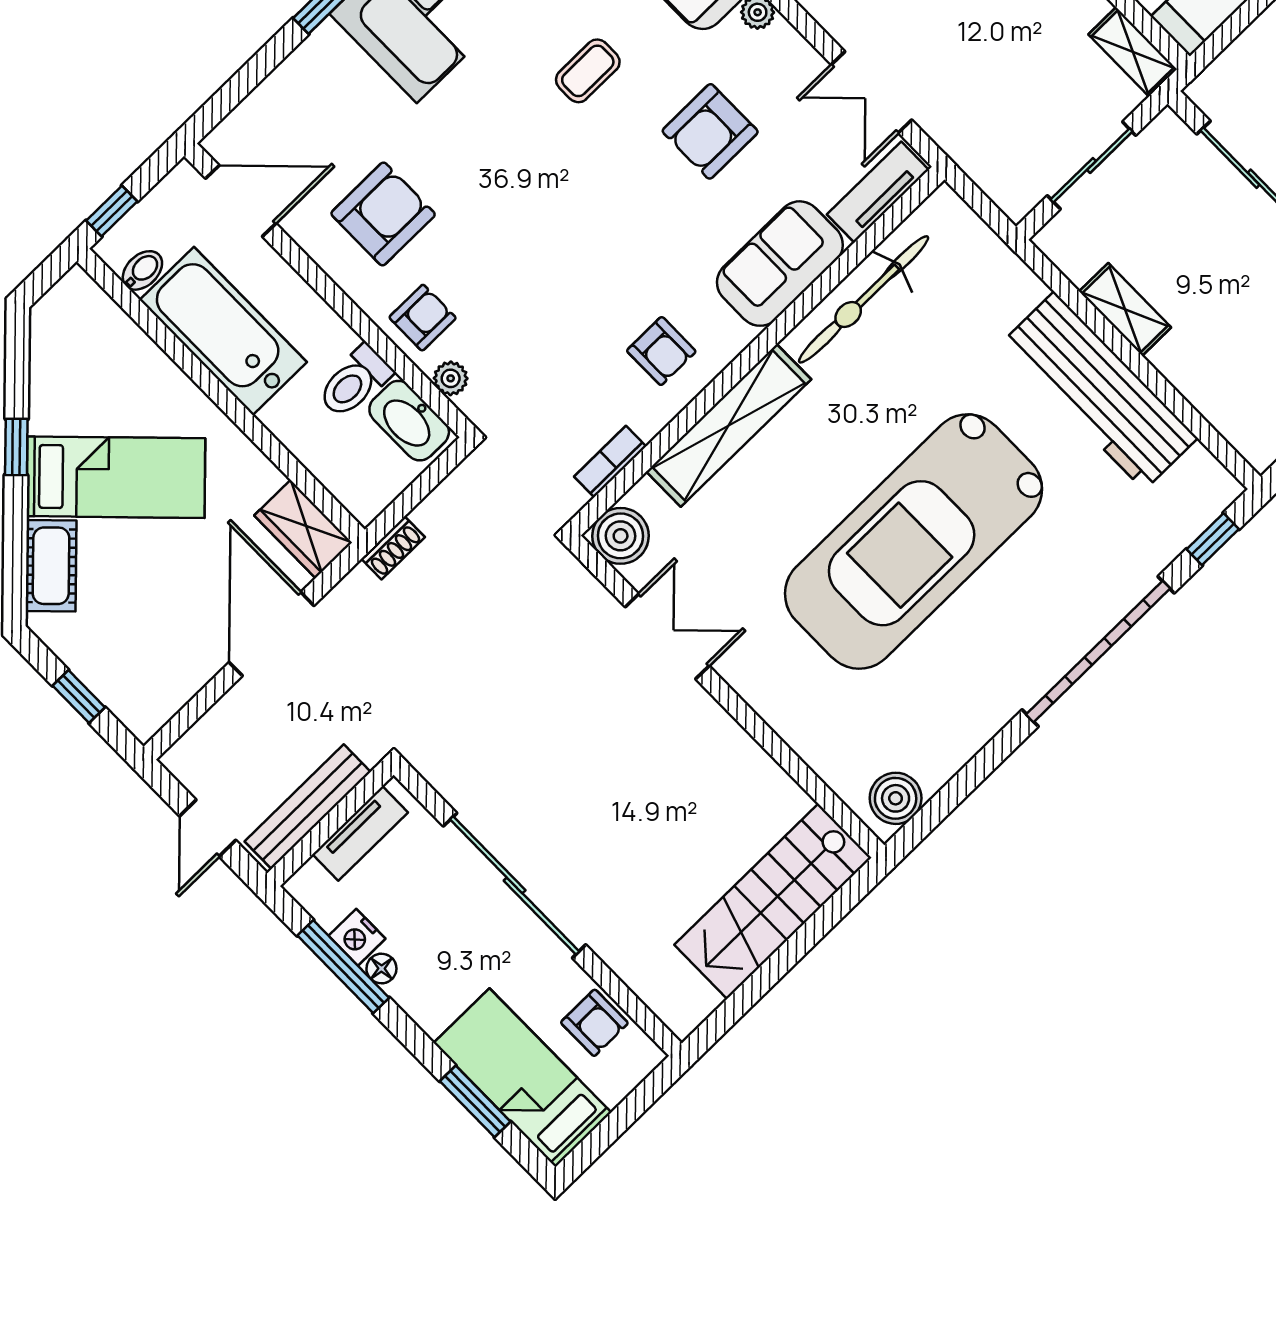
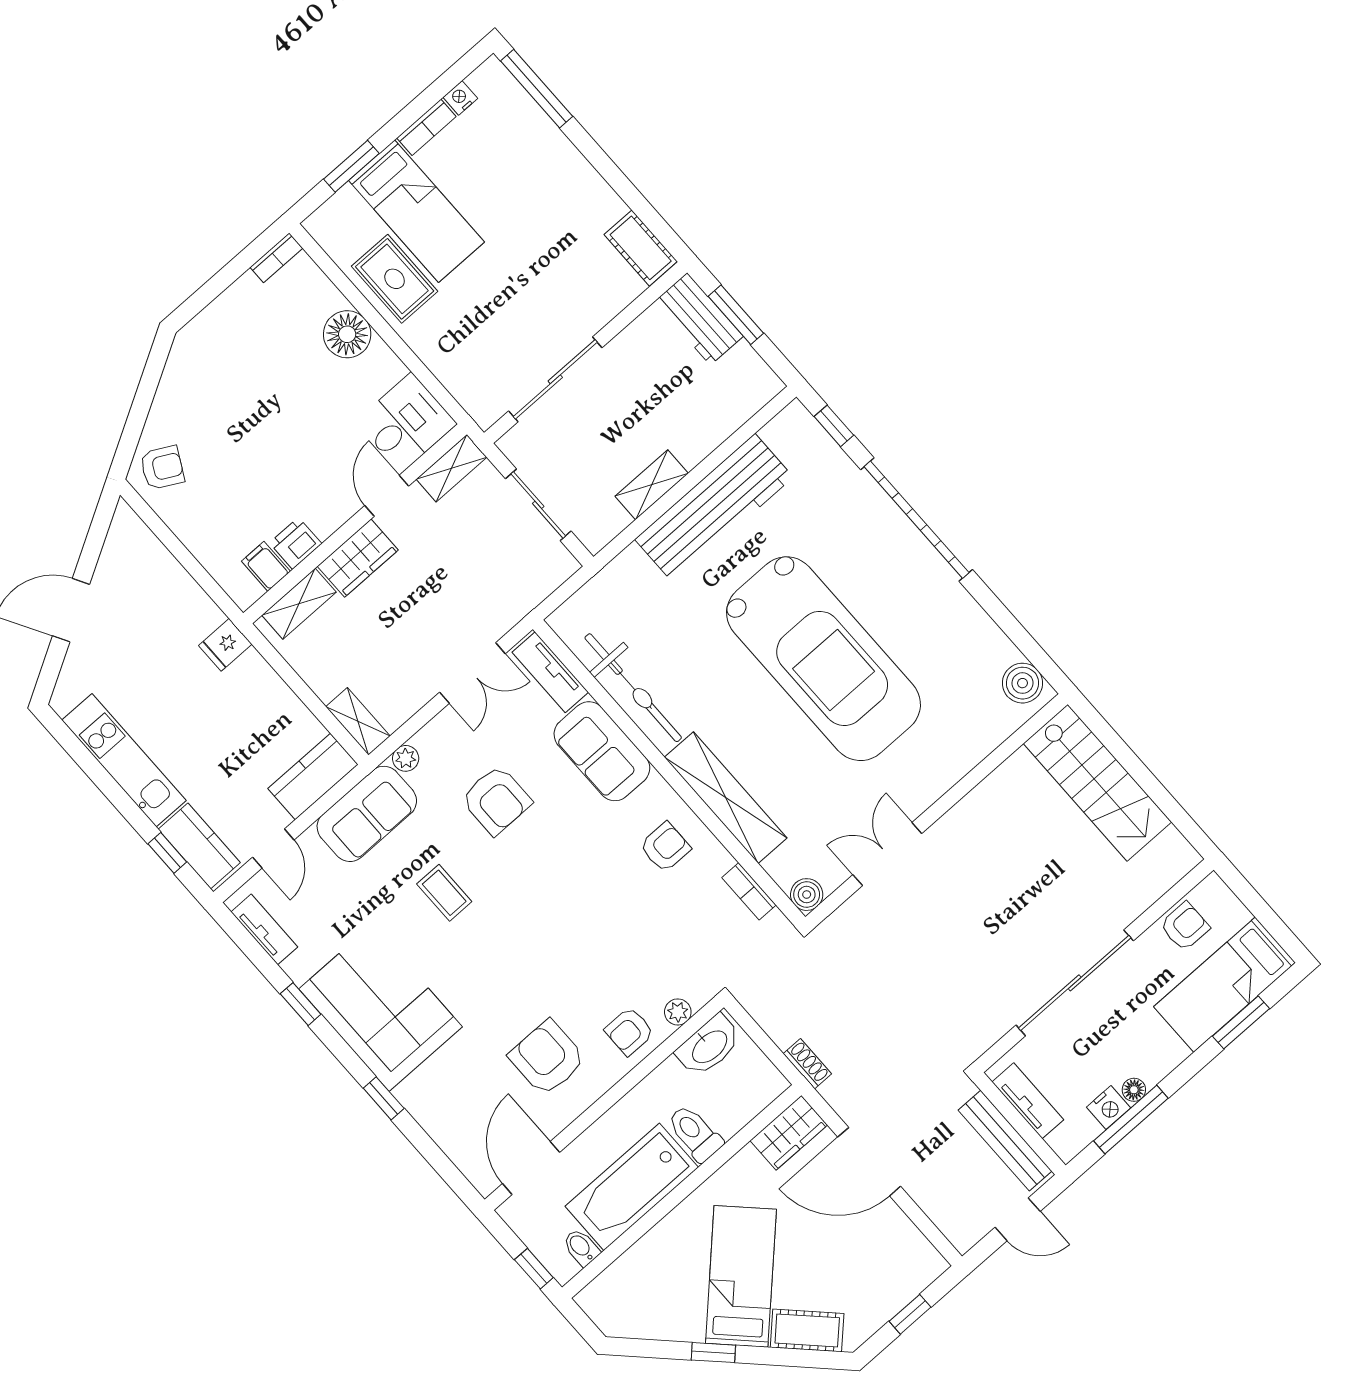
armchair: (423, 318) -> (629, 1031), turned -90
toilet: (355, 382) -> (695, 1133), moved, turned 180
boiler: (621, 536) -> (807, 895), width x0.73, depth x0.73

